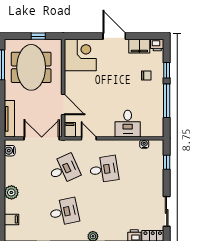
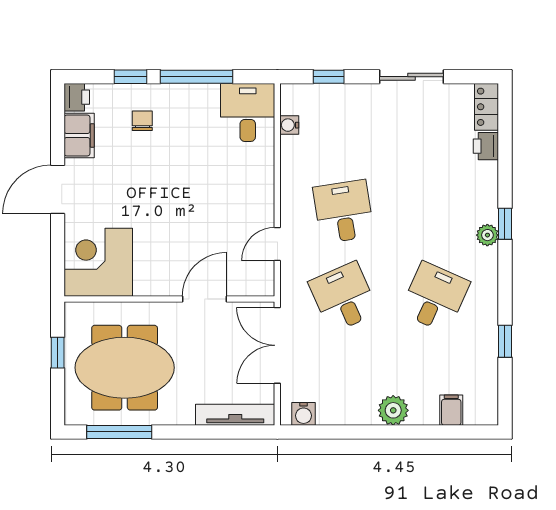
desk: (128, 124) -> (248, 112), moved, turned -90
filing cabinet: (70, 130) -> (259, 285), removed
sliding door: (167, 211) -> (412, 77), moved
desk: (64, 212) -> (435, 297), turned 36

